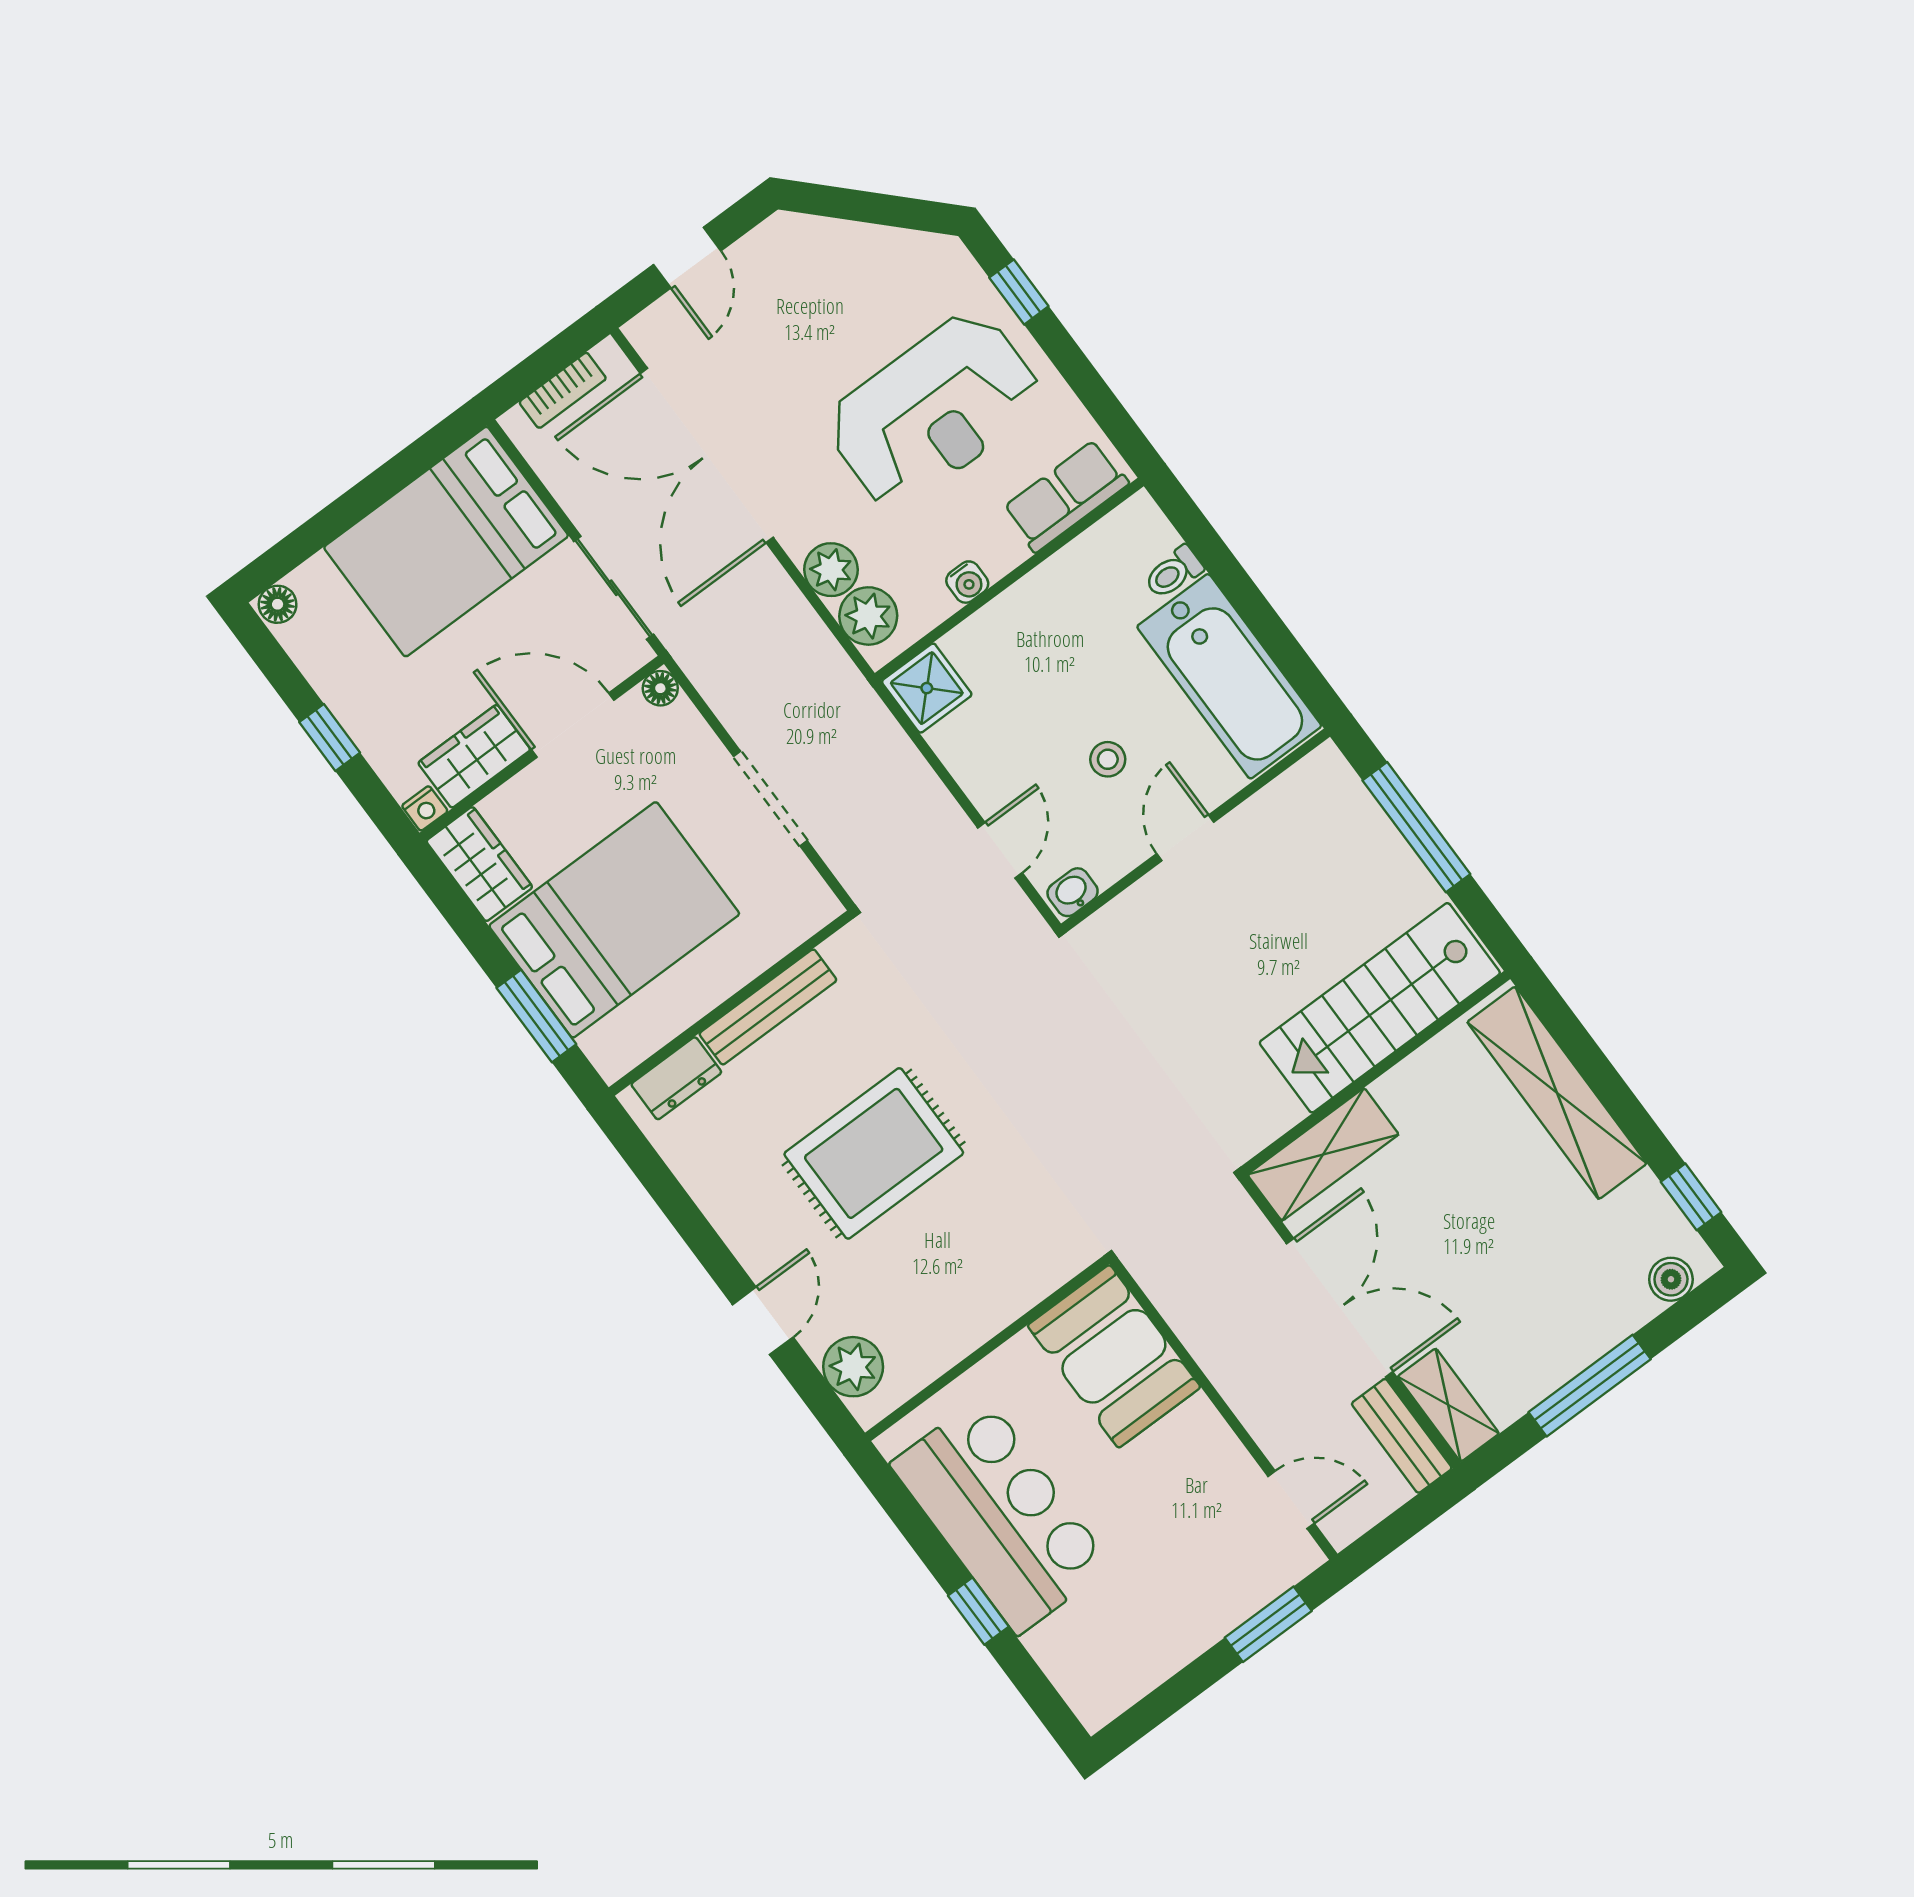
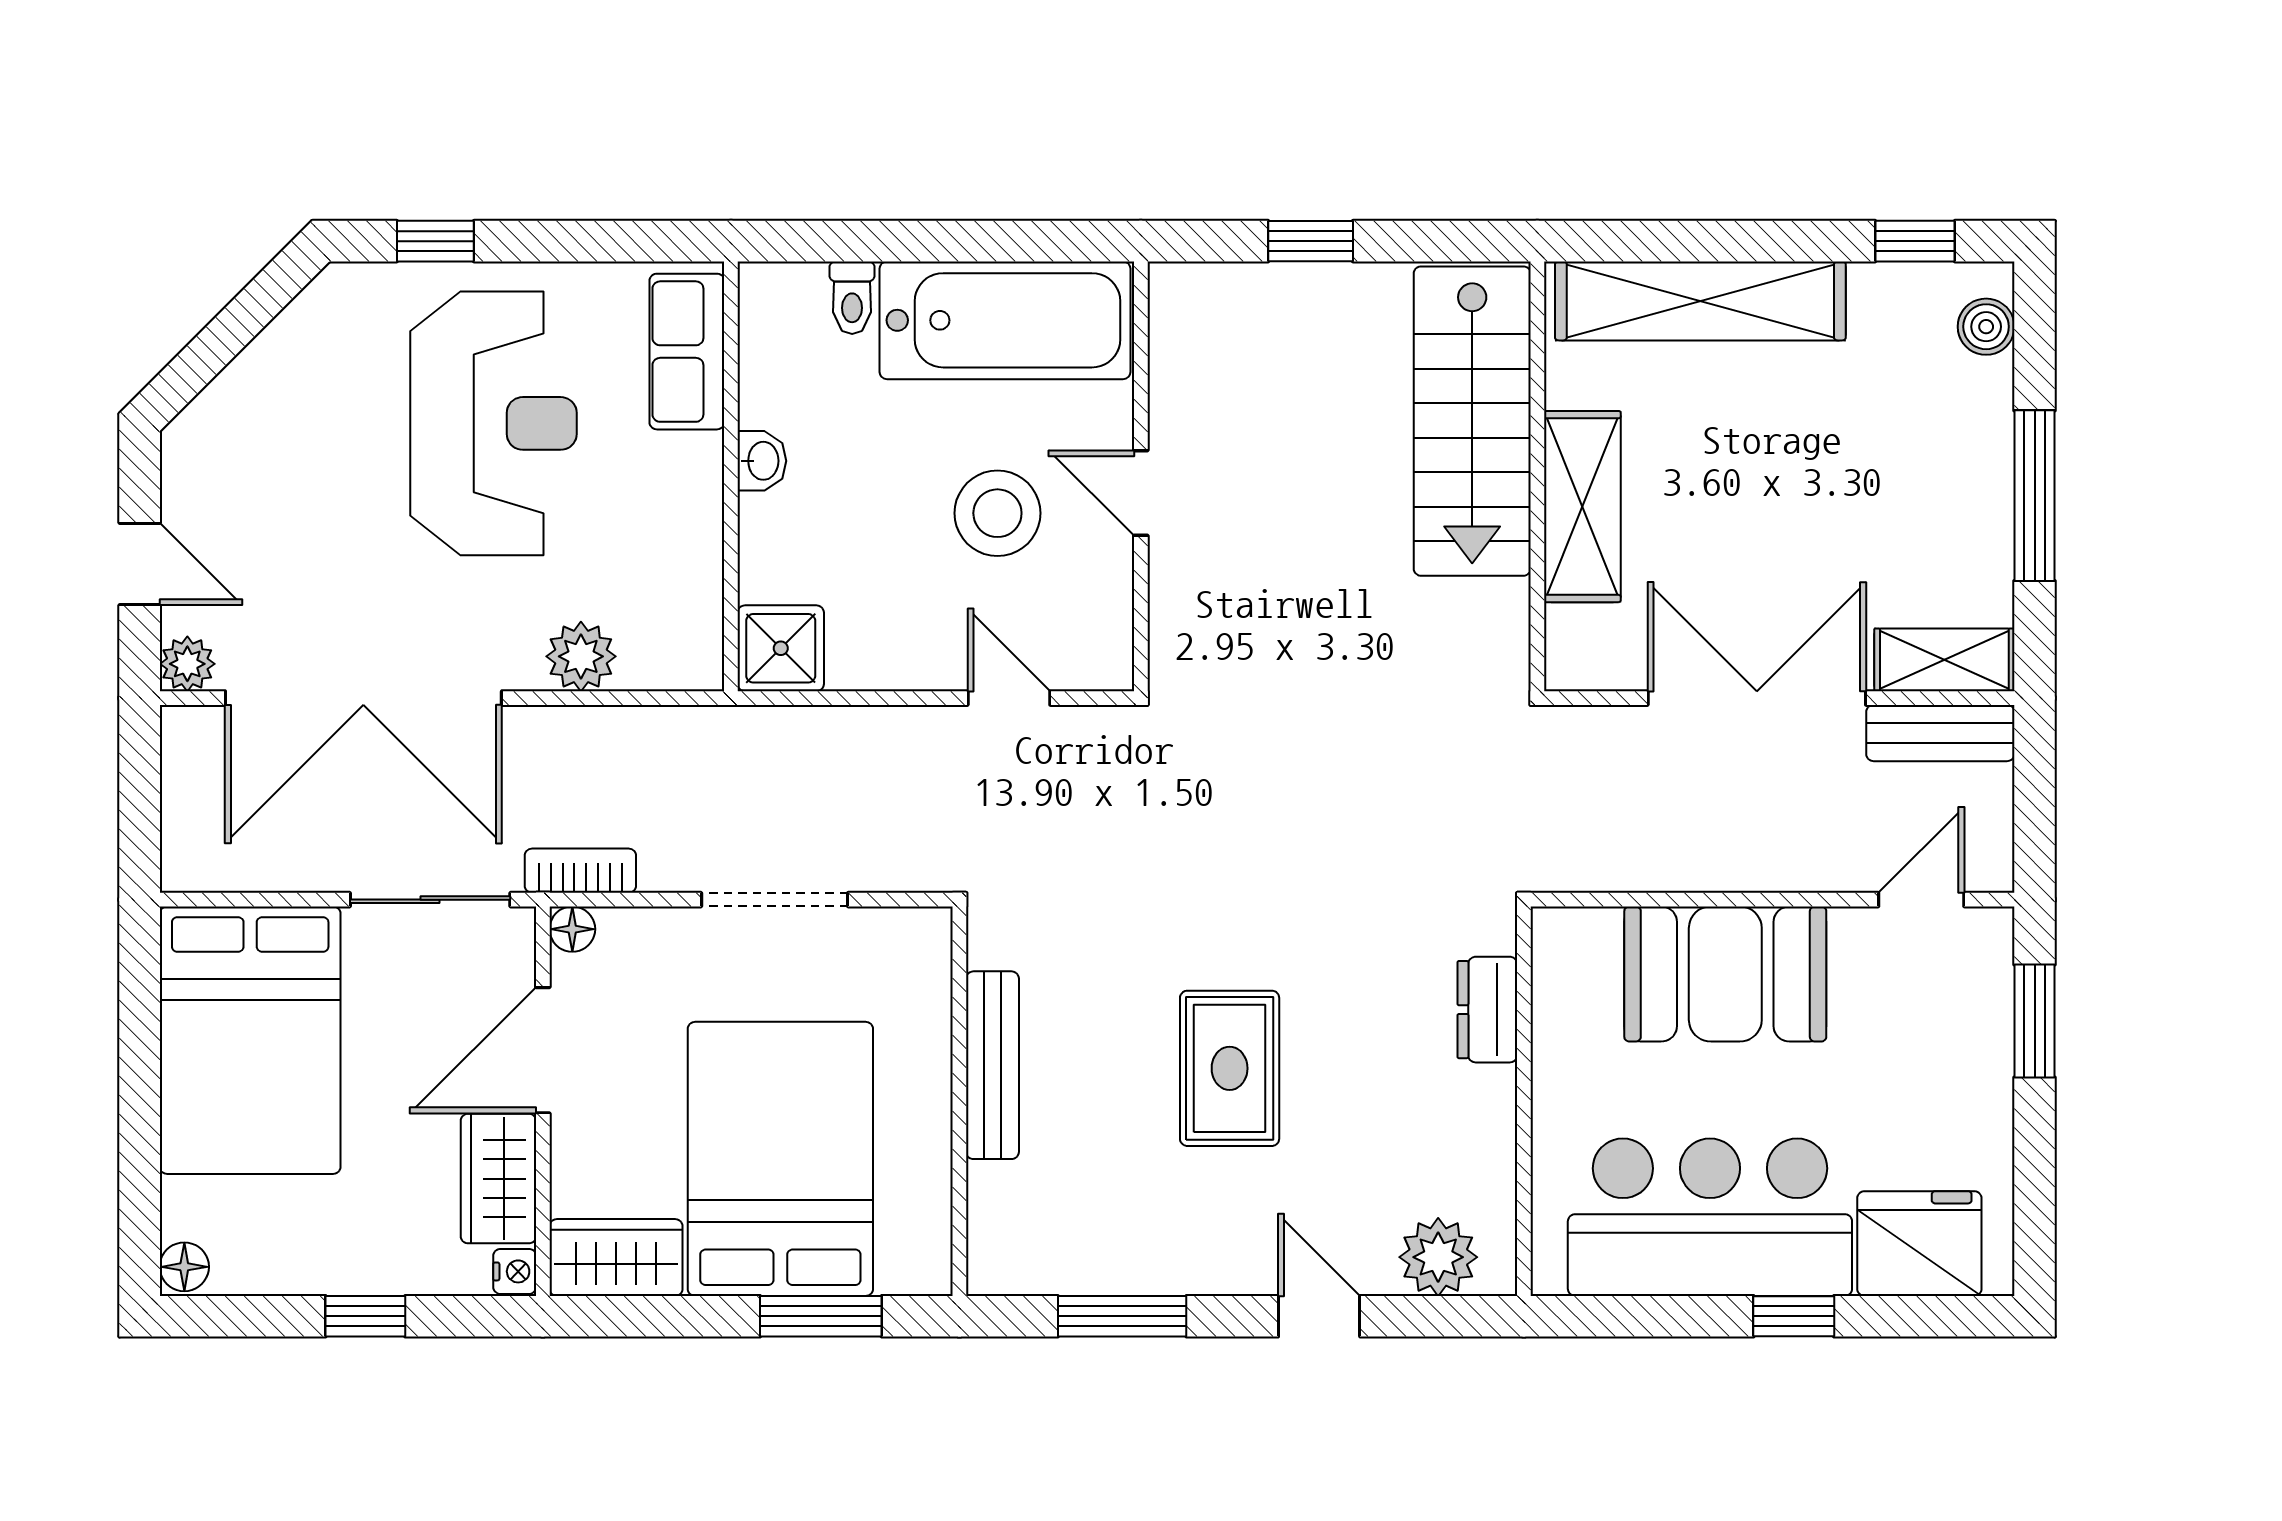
bookcase: (563, 390) -> (580, 871), moved, turned -90
water cooler: (967, 582) -> (701, 523), removed
plant: (868, 616) -> (187, 664), moved, width x0.73, depth x0.73
stool: (1108, 759) -> (997, 513), width x1.89, depth x1.89
window: (1416, 827) -> (1311, 241), width x0.46
washbasin: (1073, 892) -> (762, 461), moved, turned 180
dresser: (676, 1078) -> (1487, 1010), moved, turned 180
rug: (874, 1153) -> (1230, 1068), width x0.73, depth x0.70
shelving: (1323, 1154) -> (1582, 507), moved
window: (673, 1200) -> (1122, 1316), added
booth: (1114, 1356) -> (1725, 974), moved
fridge: (1080, 1655) -> (1919, 1244), added

